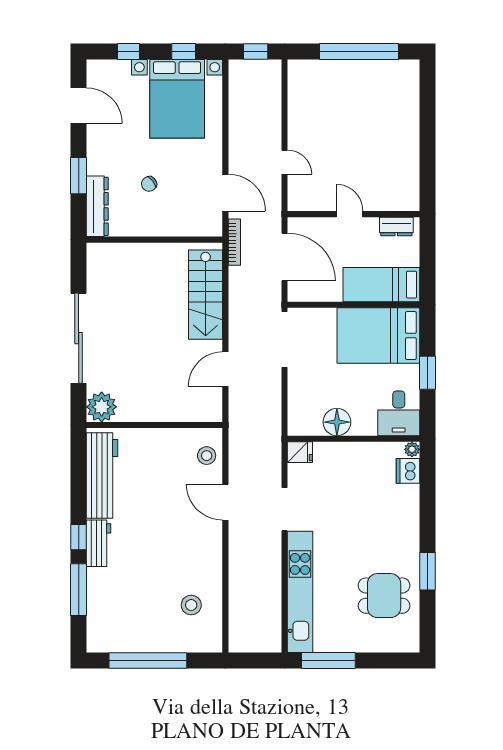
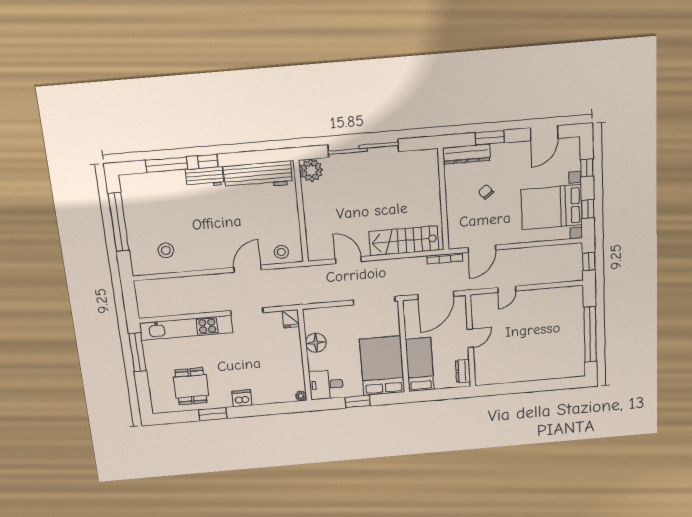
dishwasher: (408, 471) -> (242, 398), moved

